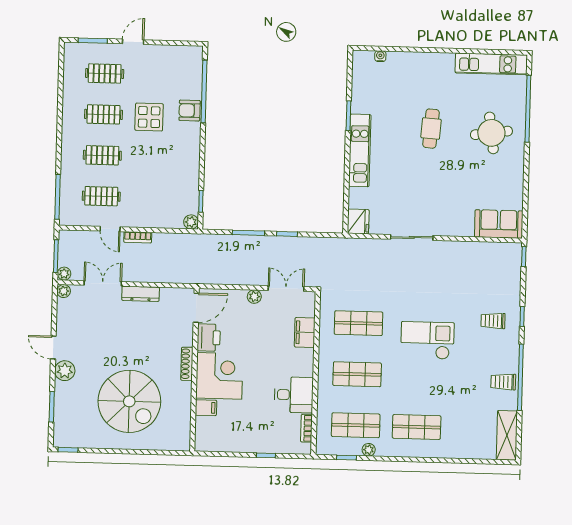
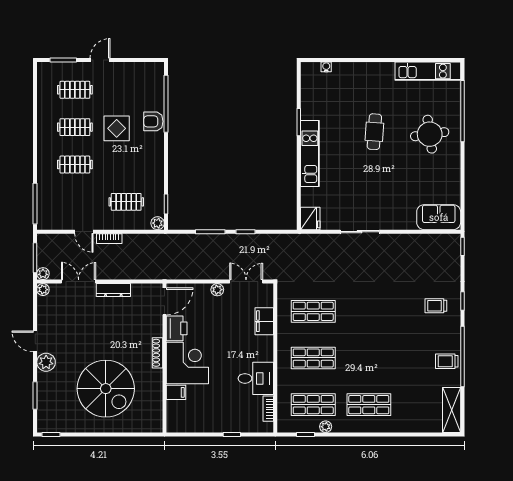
clothes rail: (101, 196) -> (126, 202), moved
checkout: (427, 340) -> (376, 325), removed

